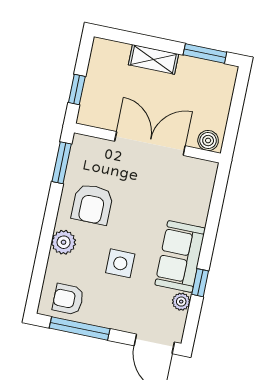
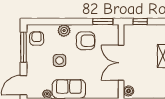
double door: (150, 144) -> (121, 63), swing flipped
armchair: (92, 204) -> (86, 41), turned 180

